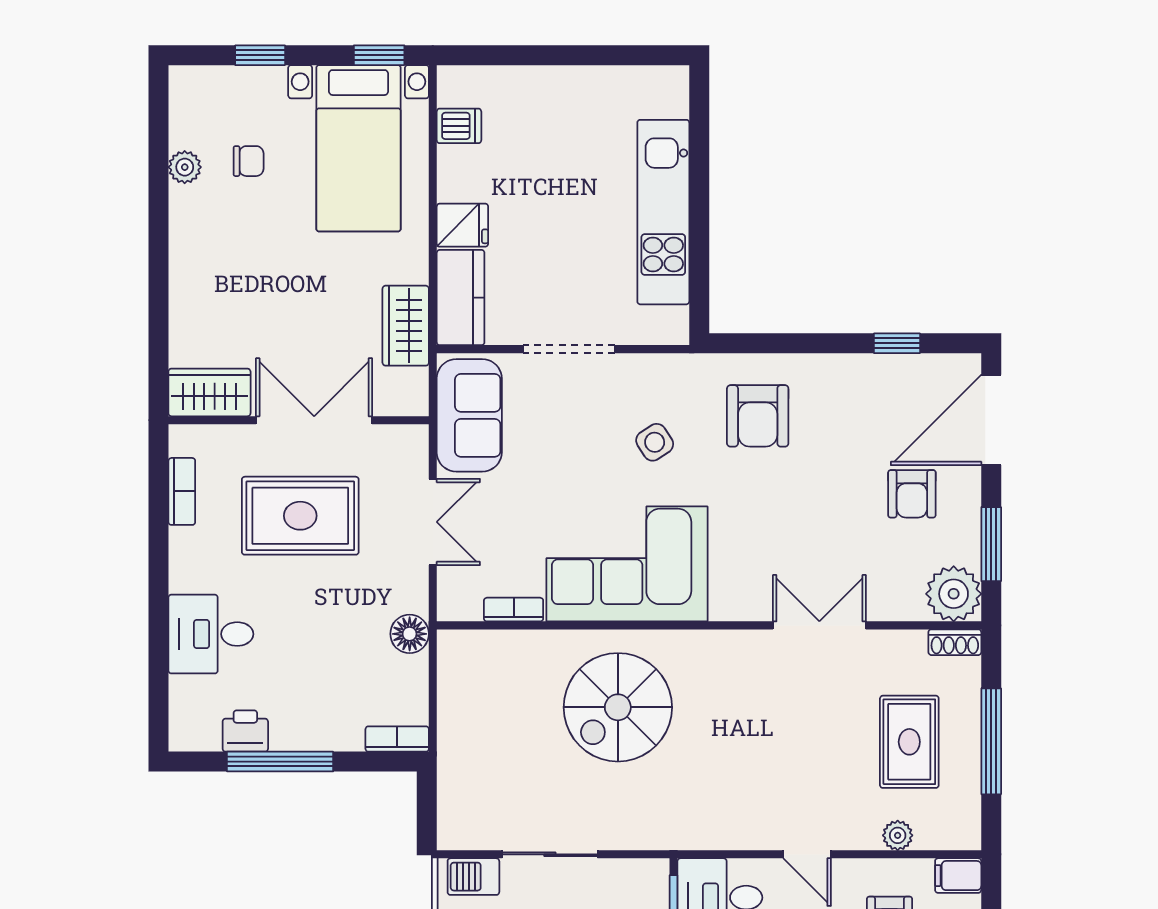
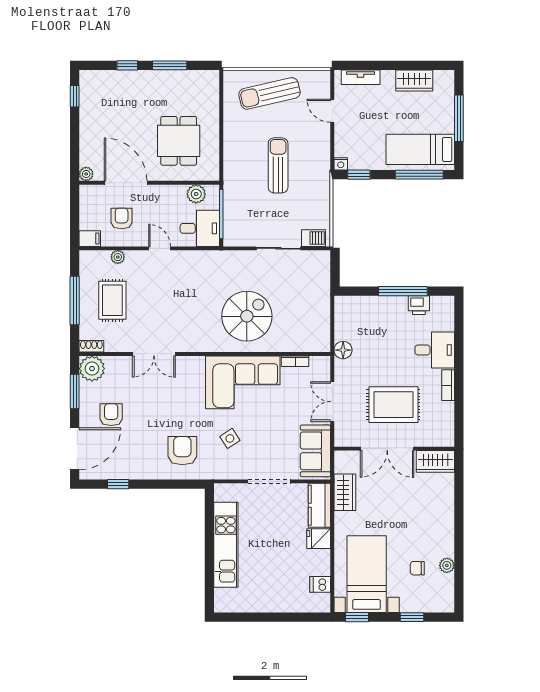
bookcase: (182, 491) -> (448, 385), moved
bookcase: (397, 739) -> (349, 302), removed

